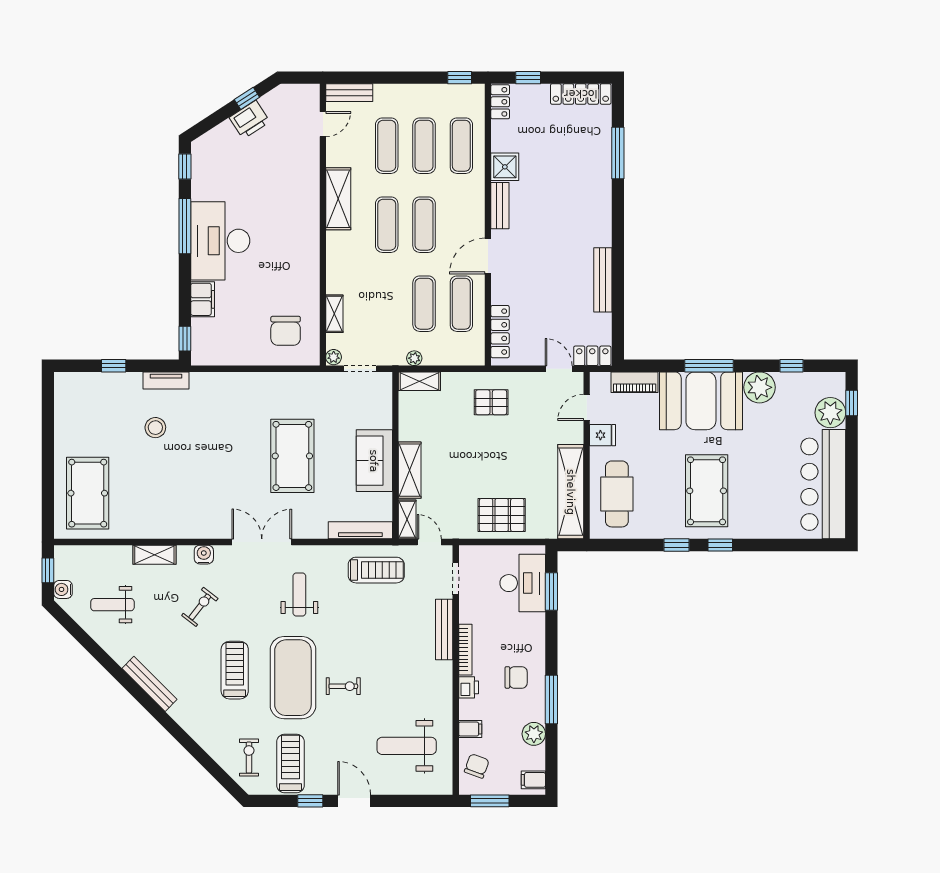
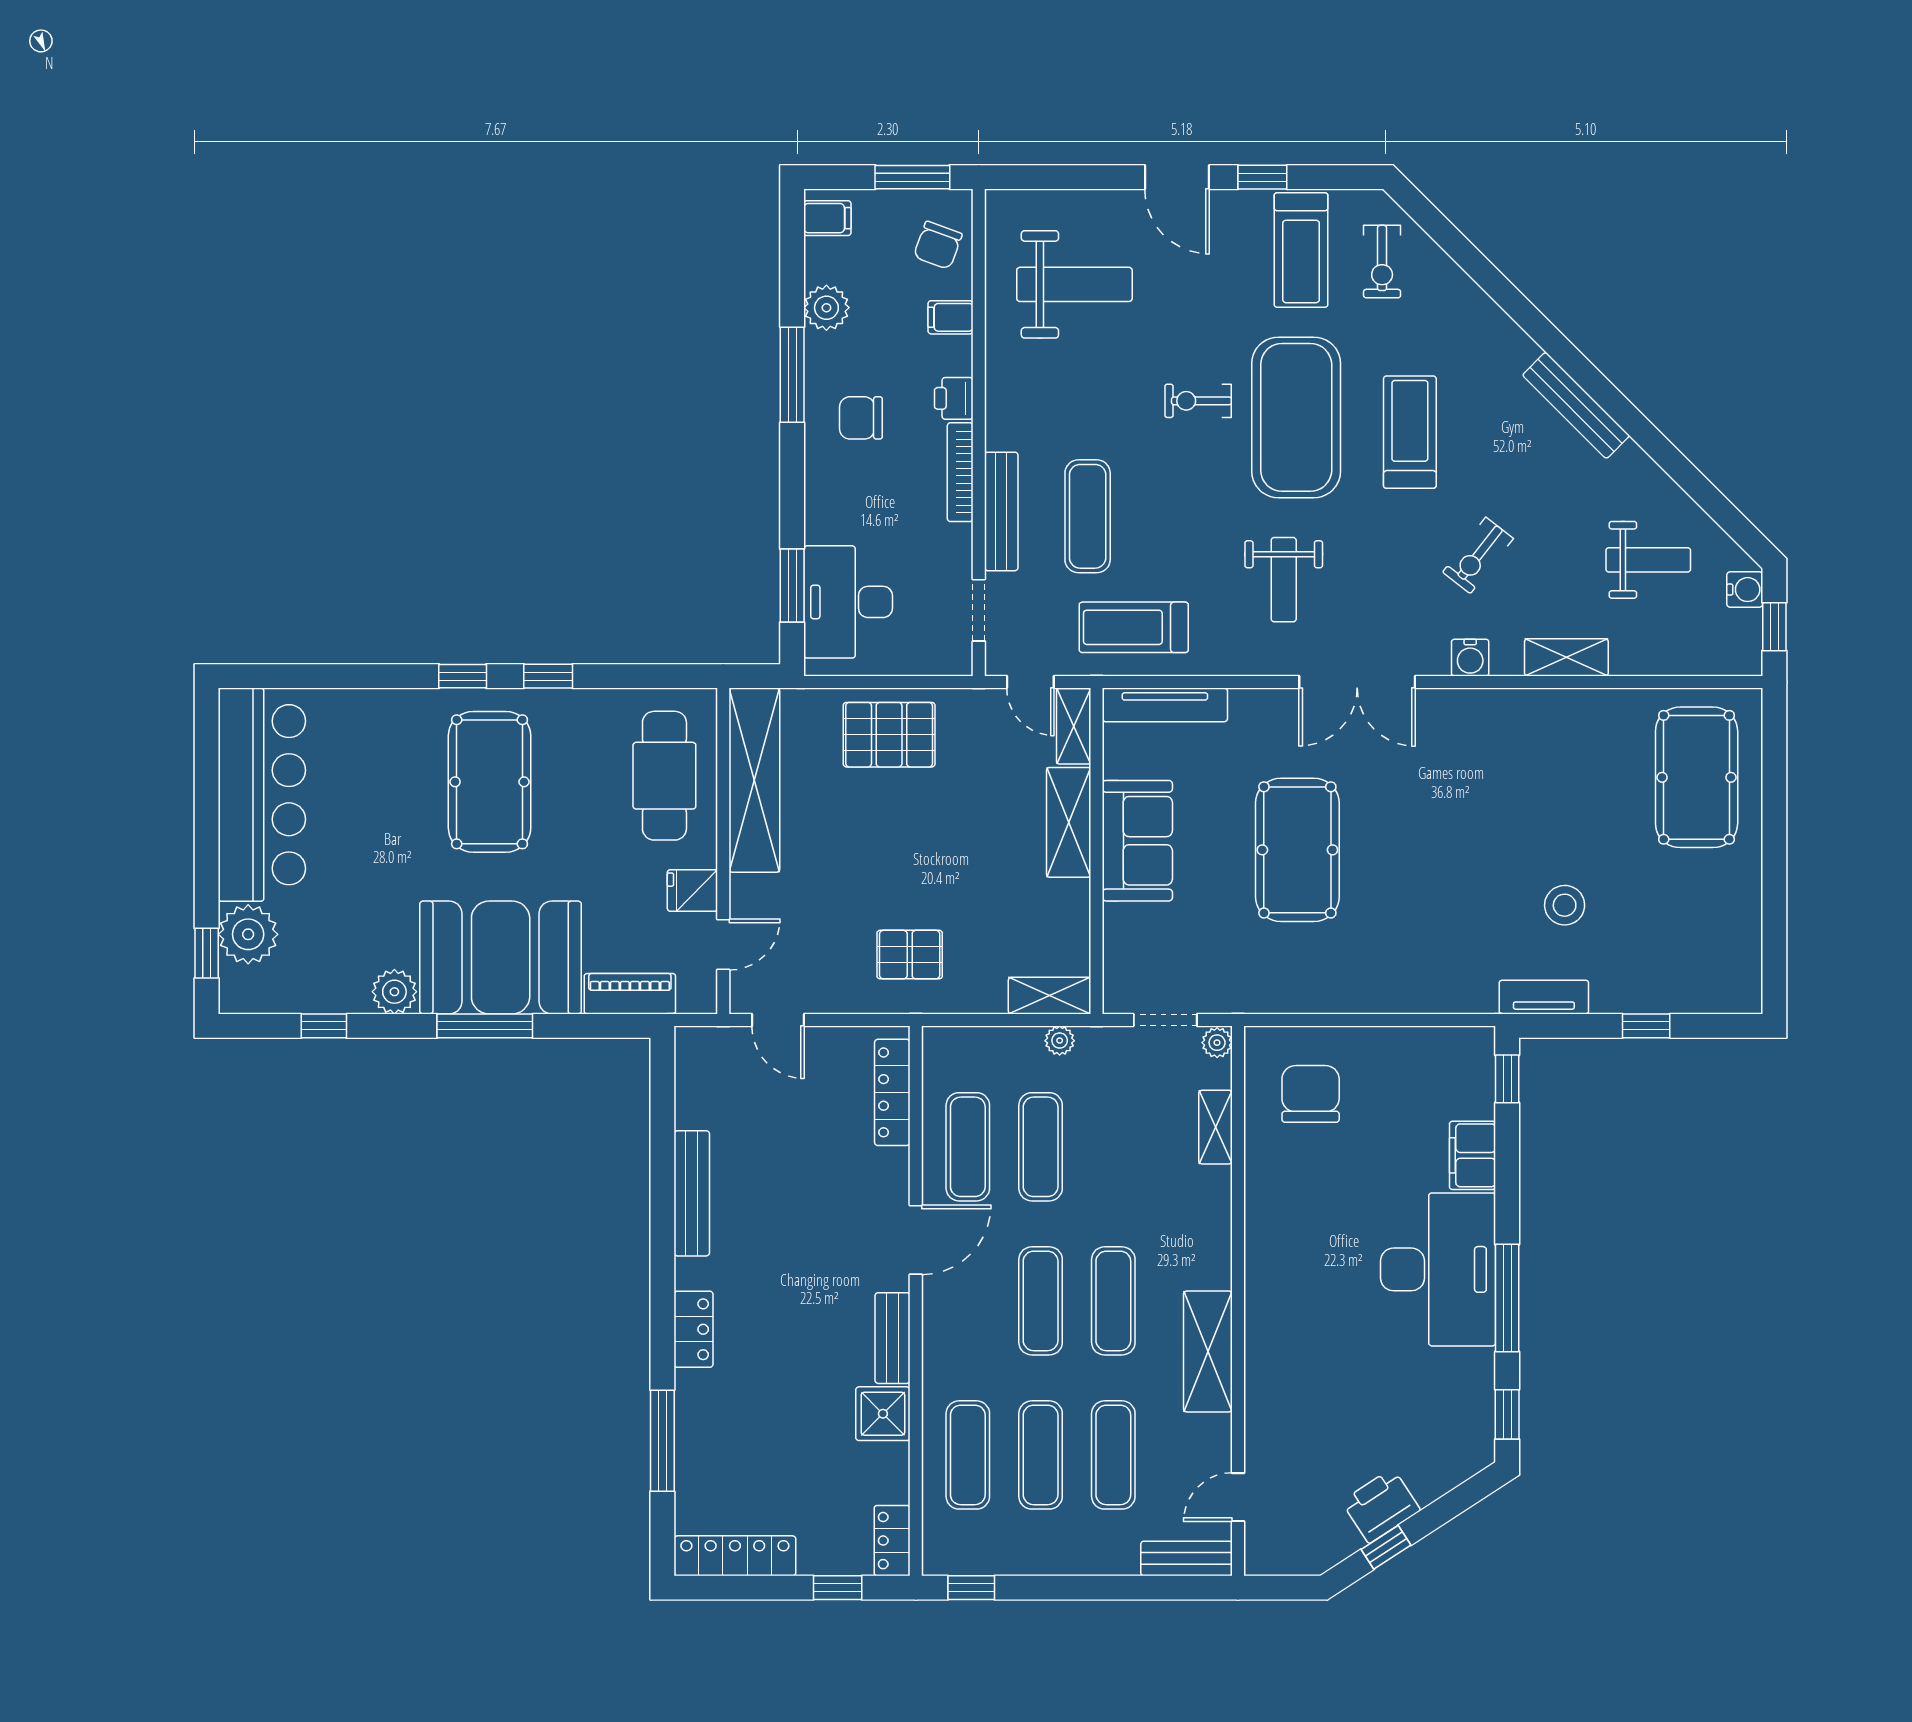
locker: (592, 356) -> (694, 1329), moved, turned -90
plant: (759, 387) -> (394, 992), width x0.73, depth x0.73
exercise mat: (400, 627) -> (1088, 516), added
treadmill: (235, 670) -> (1410, 432), turned 180

